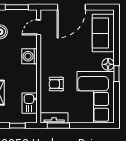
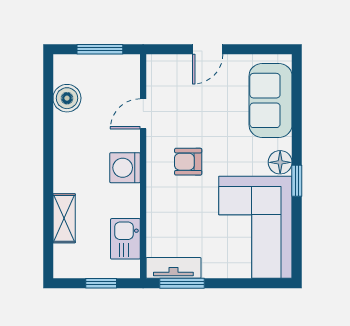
door: (71, 7) -> (208, 49), width x0.53
door: (39, 27) -> (143, 114), moved
washing machine: (29, 56) -> (125, 168), moved
armchair: (56, 84) -> (188, 162), moved

